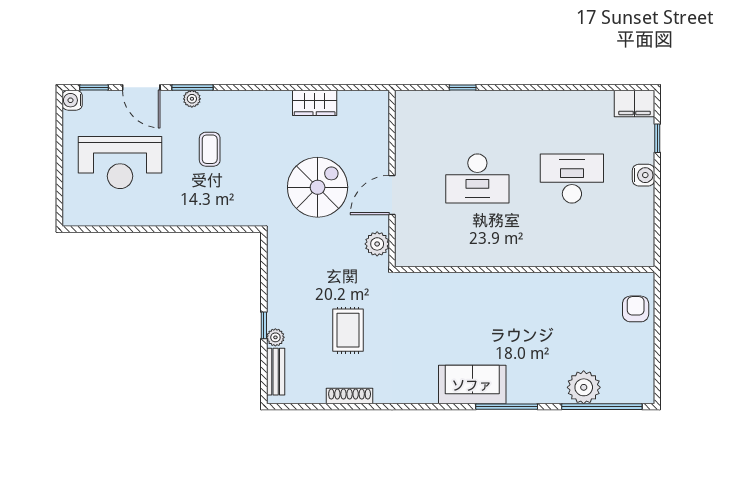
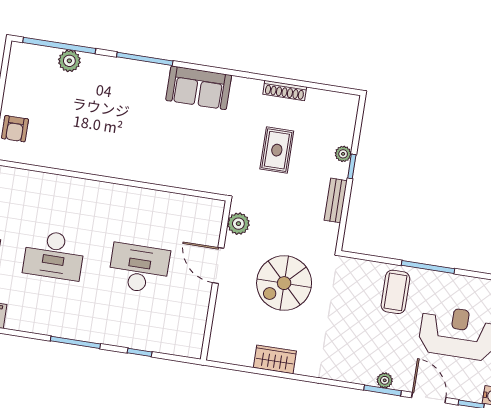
window: (534, 87) -> (75, 342), added
coffee table: (210, 149) -> (395, 292), moved, width x1.36, depth x1.30
door: (392, 195) -> (218, 265), swing flipped
window: (164, 229) -> (428, 267), added
bench: (276, 372) -> (336, 200), moved
sofa: (472, 385) -> (199, 88), moved
plant: (584, 387) -> (69, 61), width x0.73, depth x0.73

